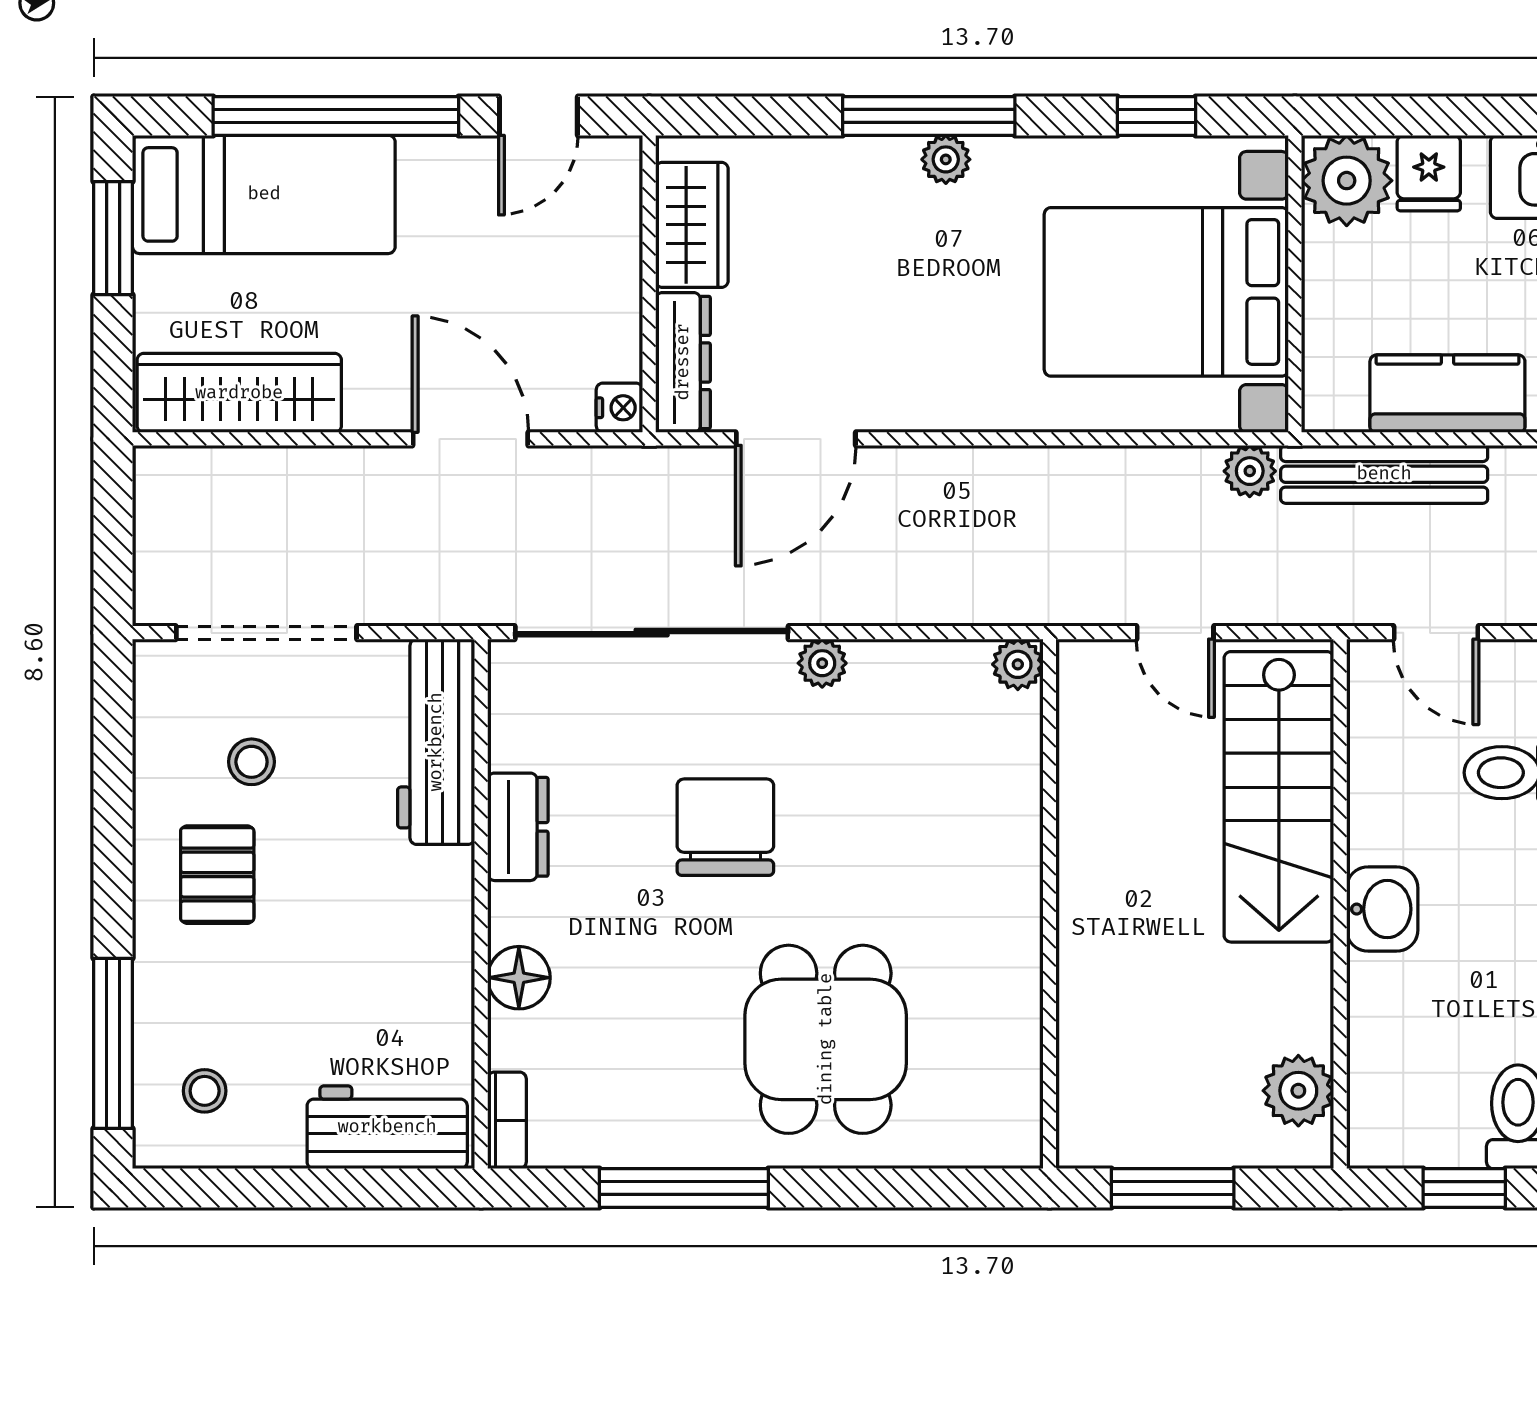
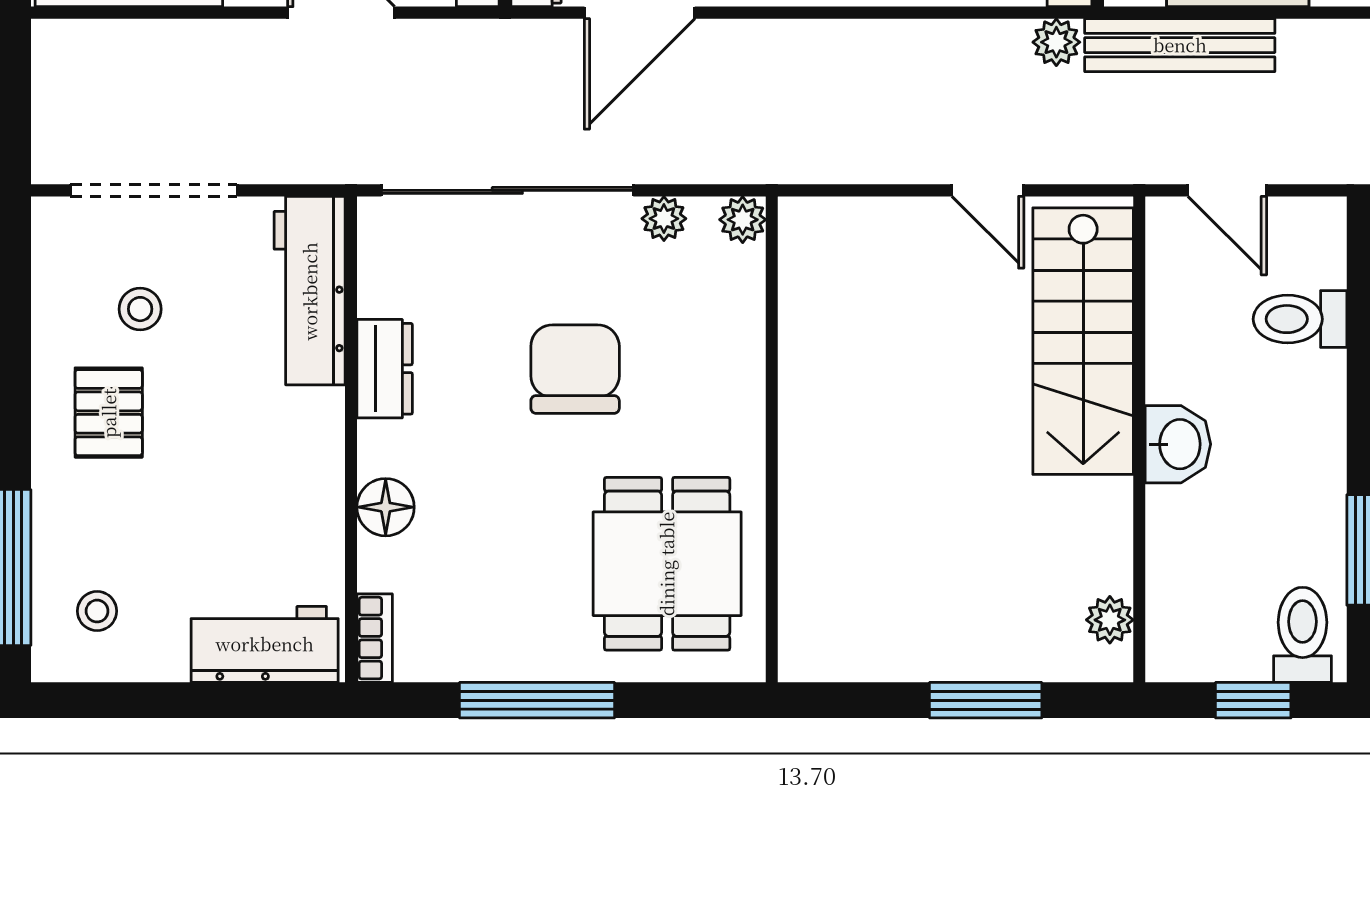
plant: (1018, 664) -> (743, 220), moved
wall: (1050, 904) -> (772, 439), moved
plant: (1298, 1091) -> (1110, 620), width x0.73, depth x0.73

